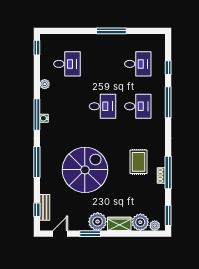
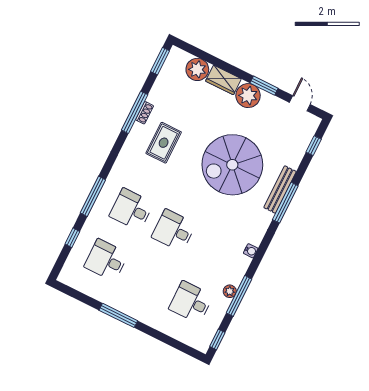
window: (37, 114) -> (239, 296), moved
bench: (45, 207) -> (280, 190), moved, width x1.36
plant: (155, 226) -> (182, 57), removed
door: (60, 234) -> (300, 103), swing flipped

